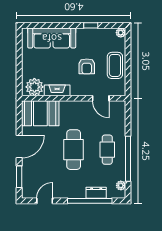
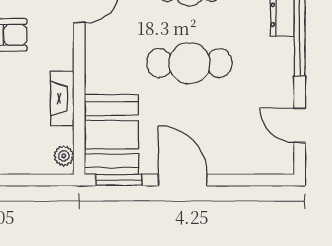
plant: (34, 87) -> (64, 156), width x0.53, depth x0.53
window: (19, 177) -> (119, 180), moved

